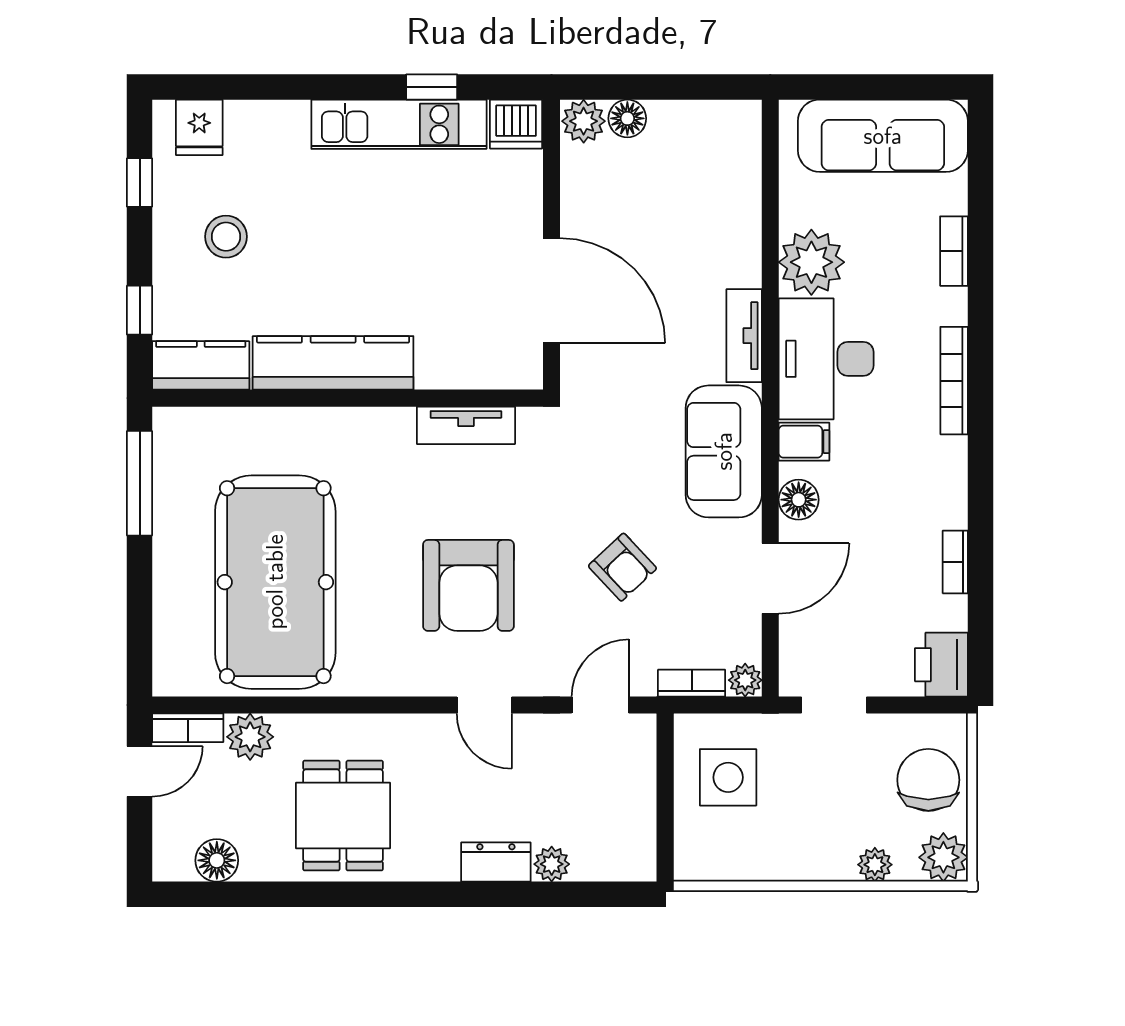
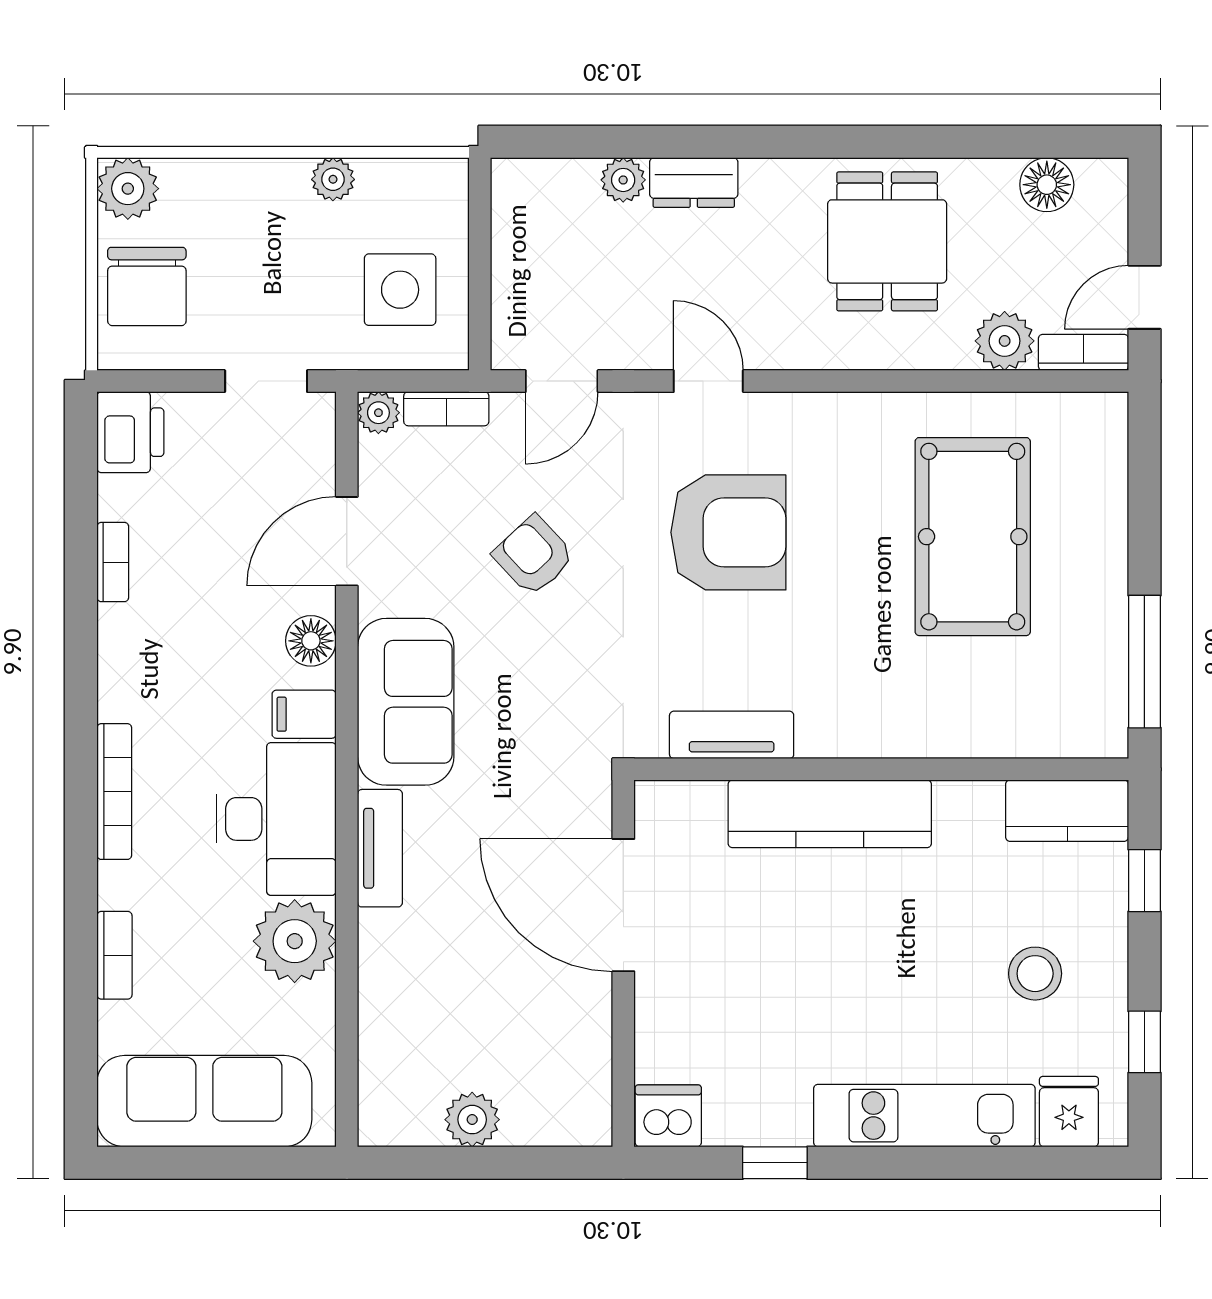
floor lamp: (627, 118) -> (528, 1123), removed
plant: (584, 121) -> (472, 1120), moved
kitchen unit: (399, 124) -> (924, 1116), moved
kitchen counter: (333, 363) -> (830, 814), moved
pool table: (275, 582) -> (973, 537), width x0.73, depth x0.76
armchair: (468, 585) -> (728, 532), turned 90
plant: (875, 865) -> (333, 179), moved

